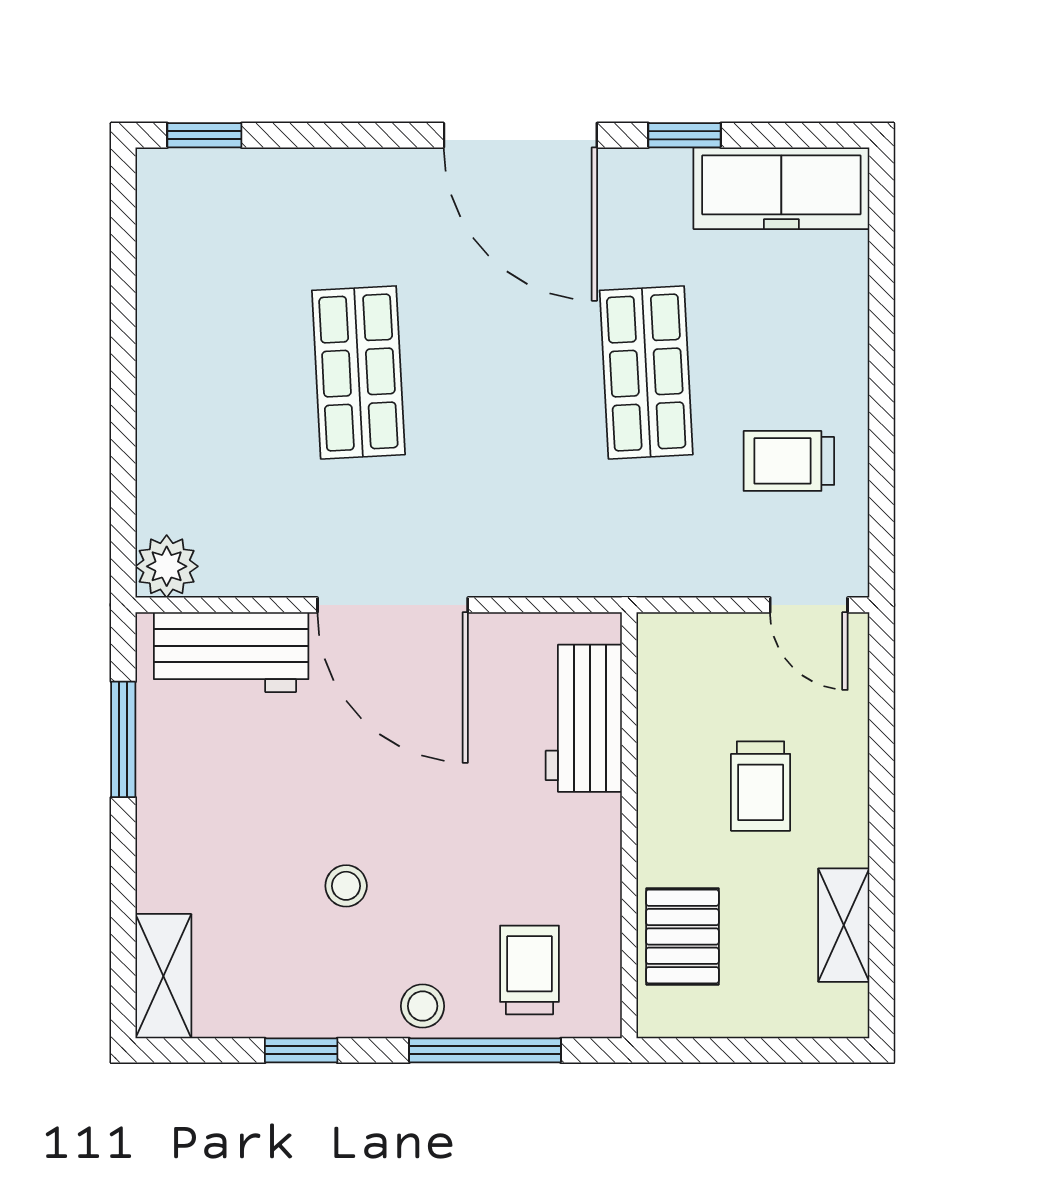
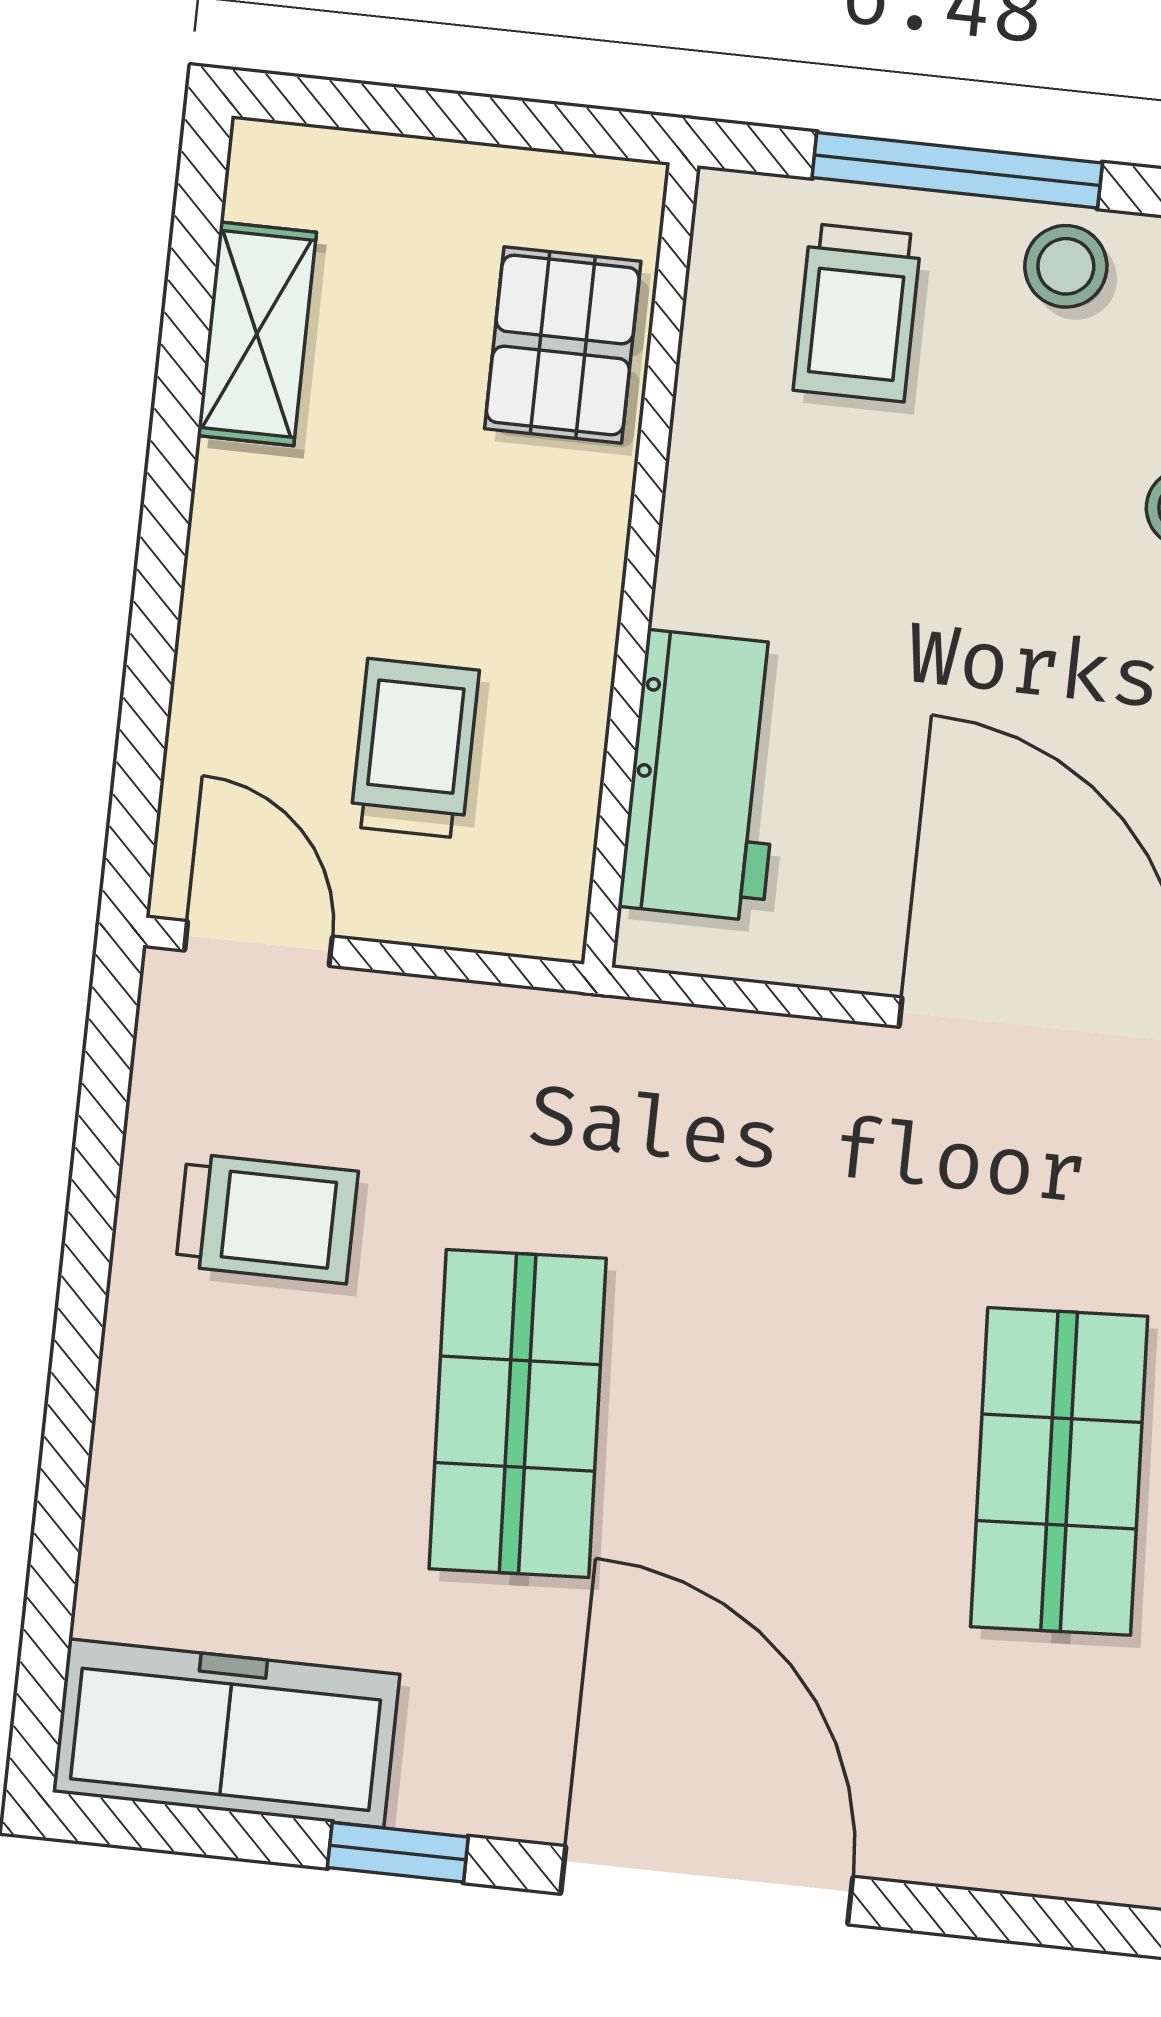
trolley: (761, 786) -> (415, 748), moved

